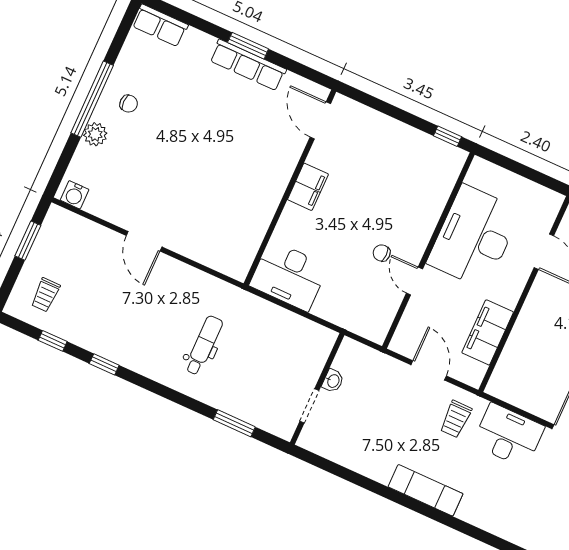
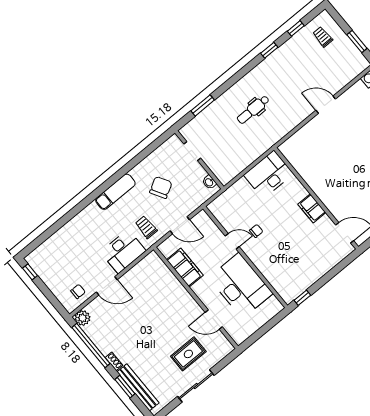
dental chair: (204, 345) -> (253, 110), turned 90
washbasin: (333, 381) -> (209, 182), moved
chair: (386, 426) -> (161, 187), added

